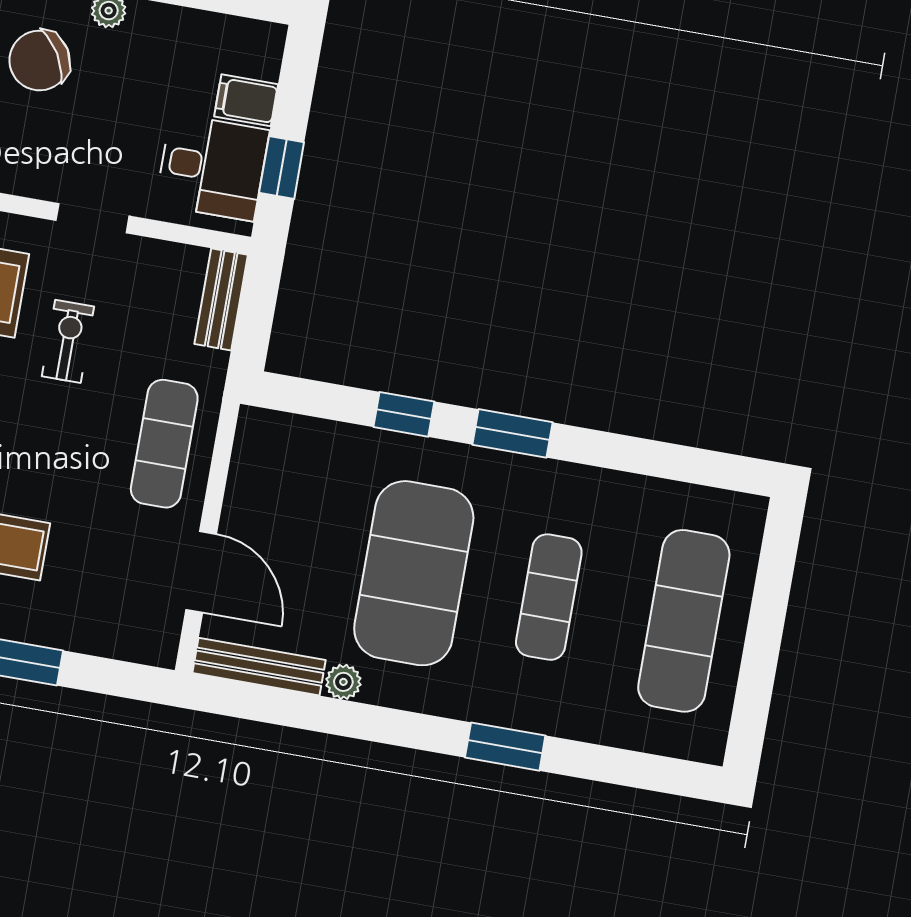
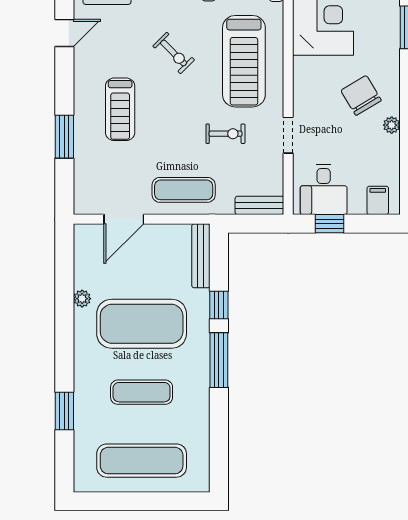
filing cabinet: (246, 100) -> (378, 200), moved
window: (512, 433) -> (219, 360), width x1.44
bench: (259, 667) -> (201, 256), moved
window: (505, 747) -> (64, 411), moved

